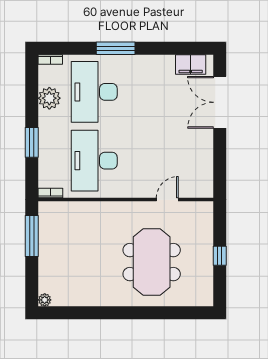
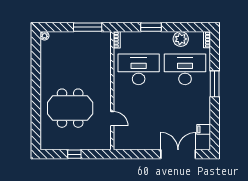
filing cabinet: (191, 64) -> (204, 129), width x0.50

